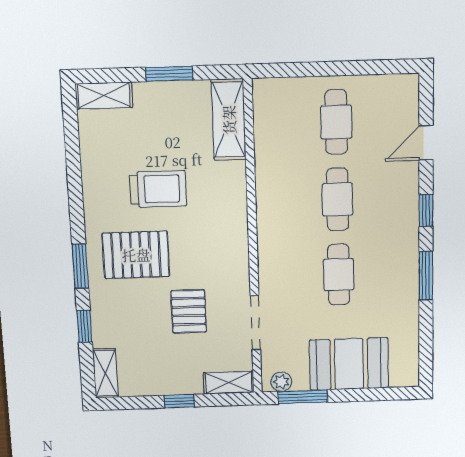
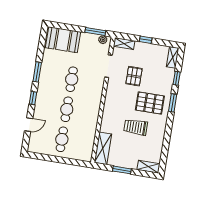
booth: (349, 364) -> (63, 40), moved

